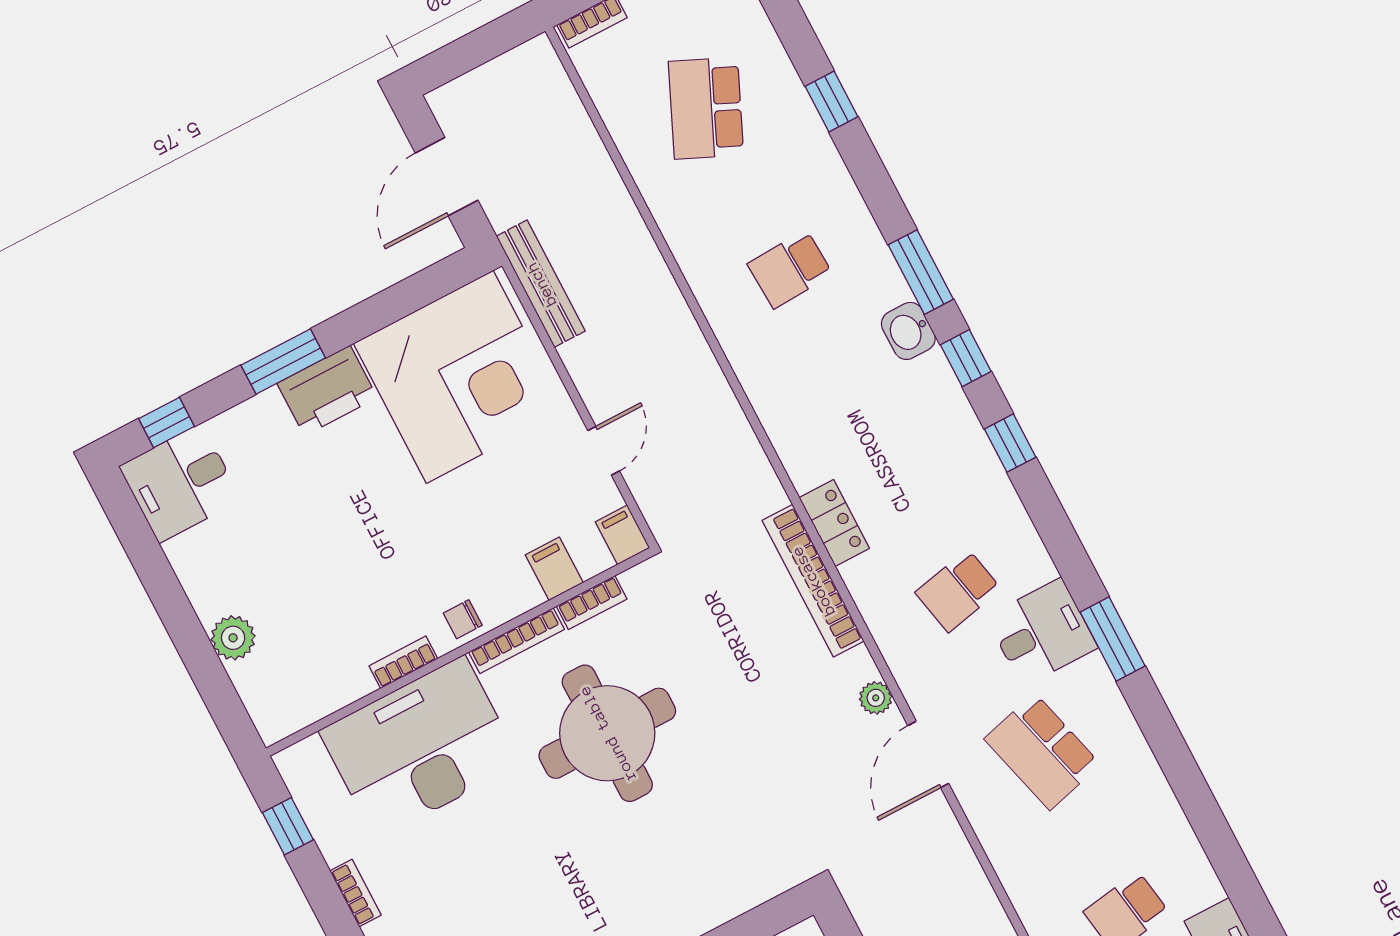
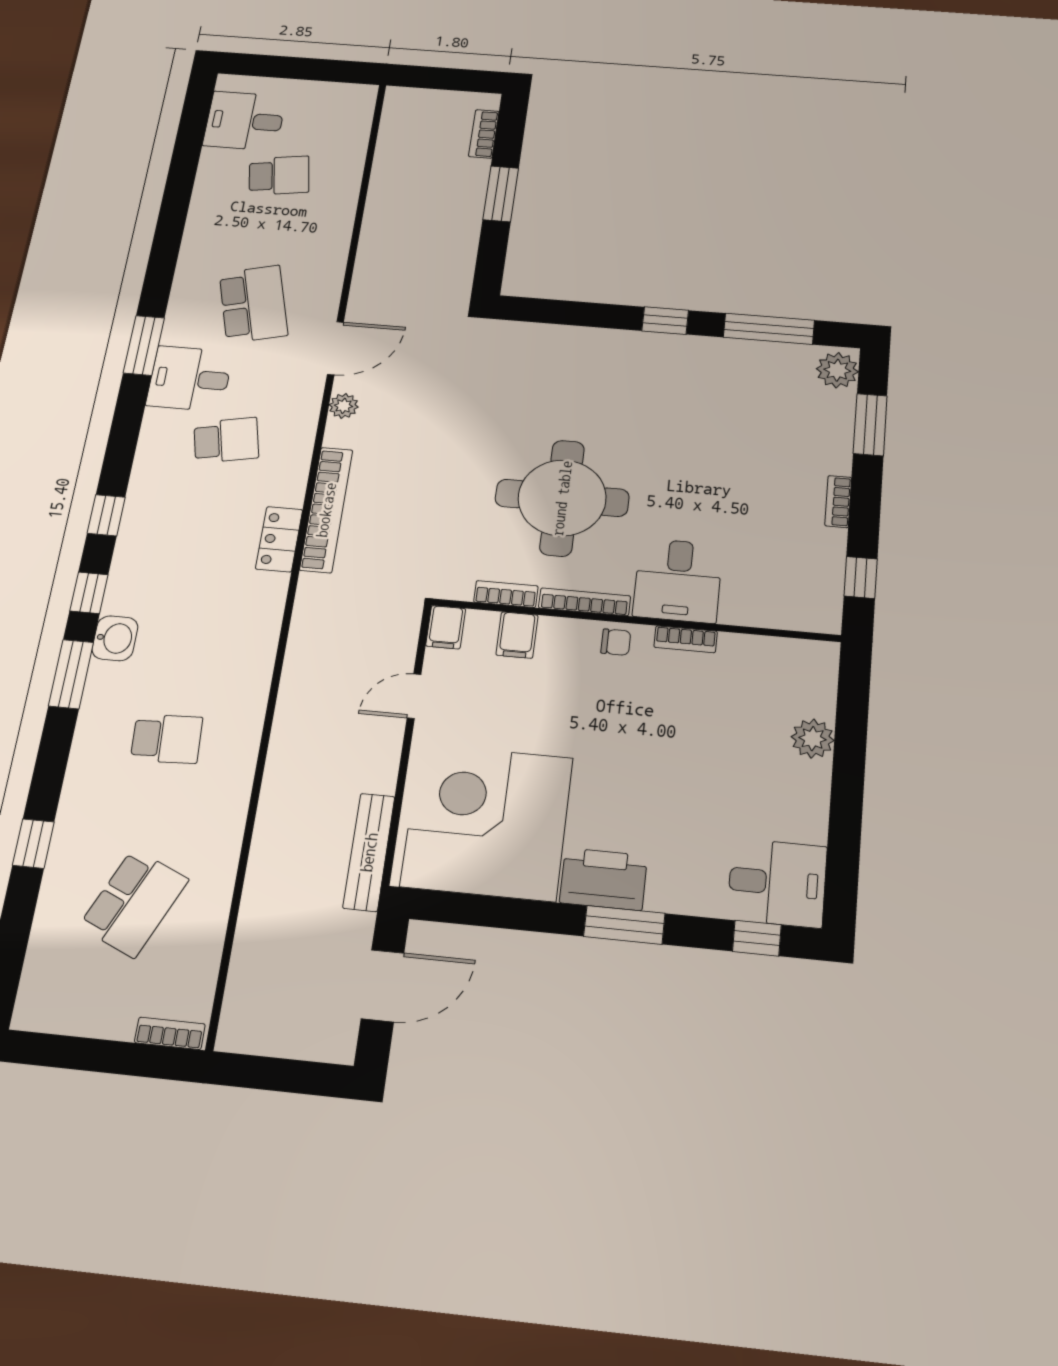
desk: (420, 747) -> (678, 580), width x0.53, depth x0.77

